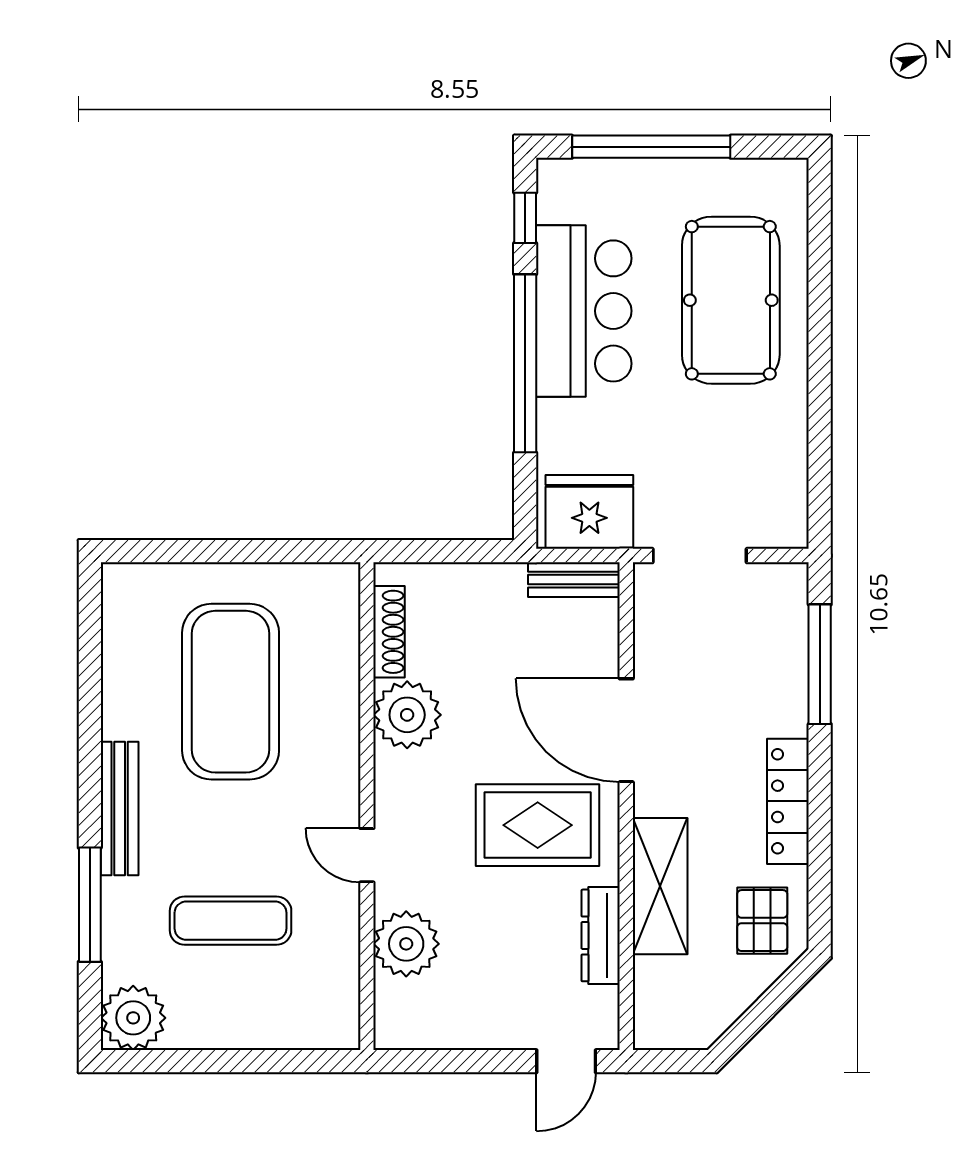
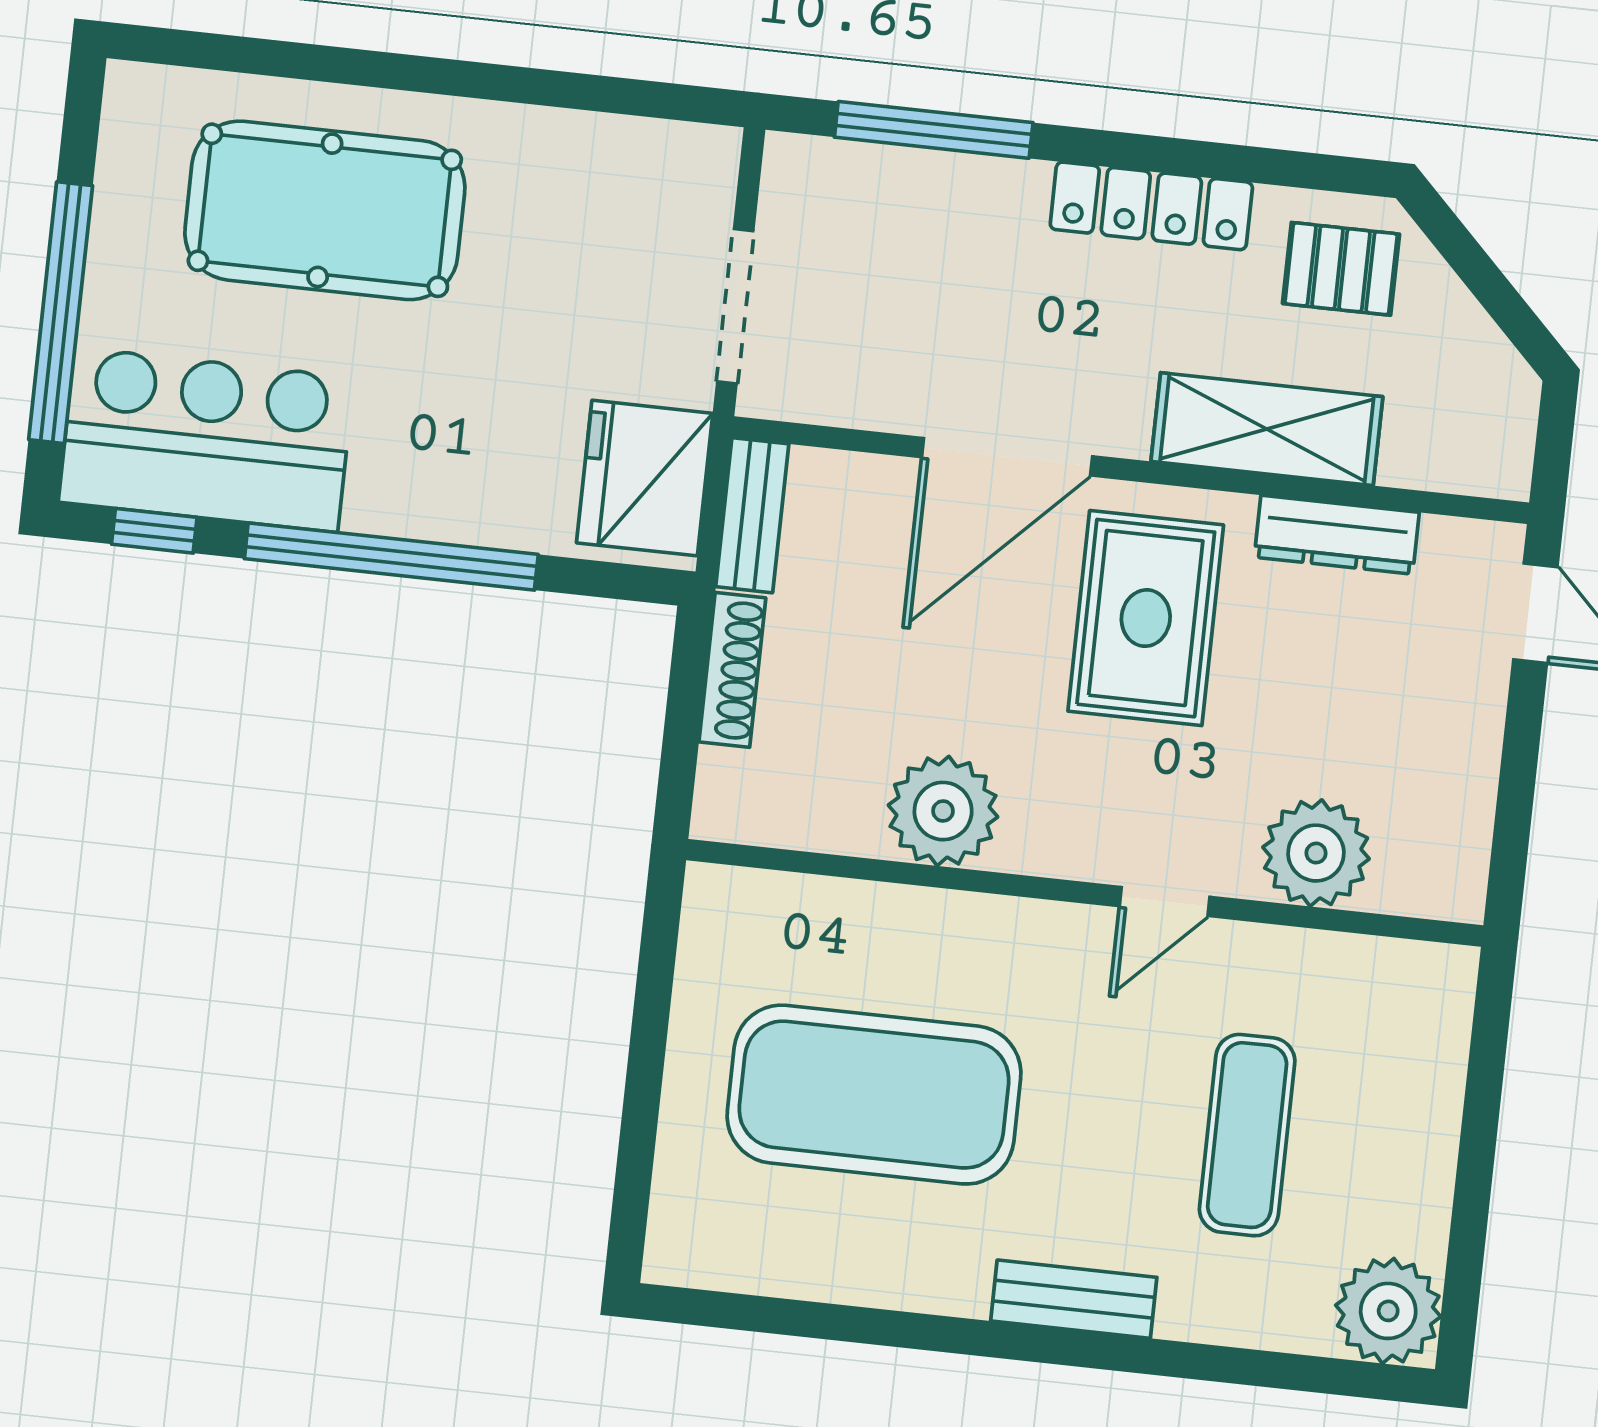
bar counter: (584, 311) -> (206, 440), moved
shoe rack: (389, 632) -> (732, 670), moved, turned 90
bench: (120, 808) -> (1074, 1299), width x0.73
window: (90, 905) -> (1196, 1361), removed

